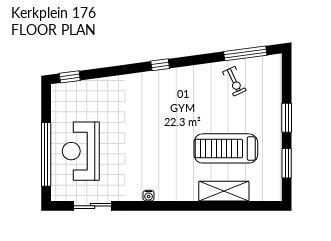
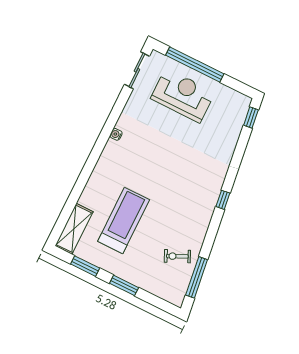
shelving: (224, 191) -> (74, 229), moved
sliding door: (93, 206) -> (137, 70), moved

